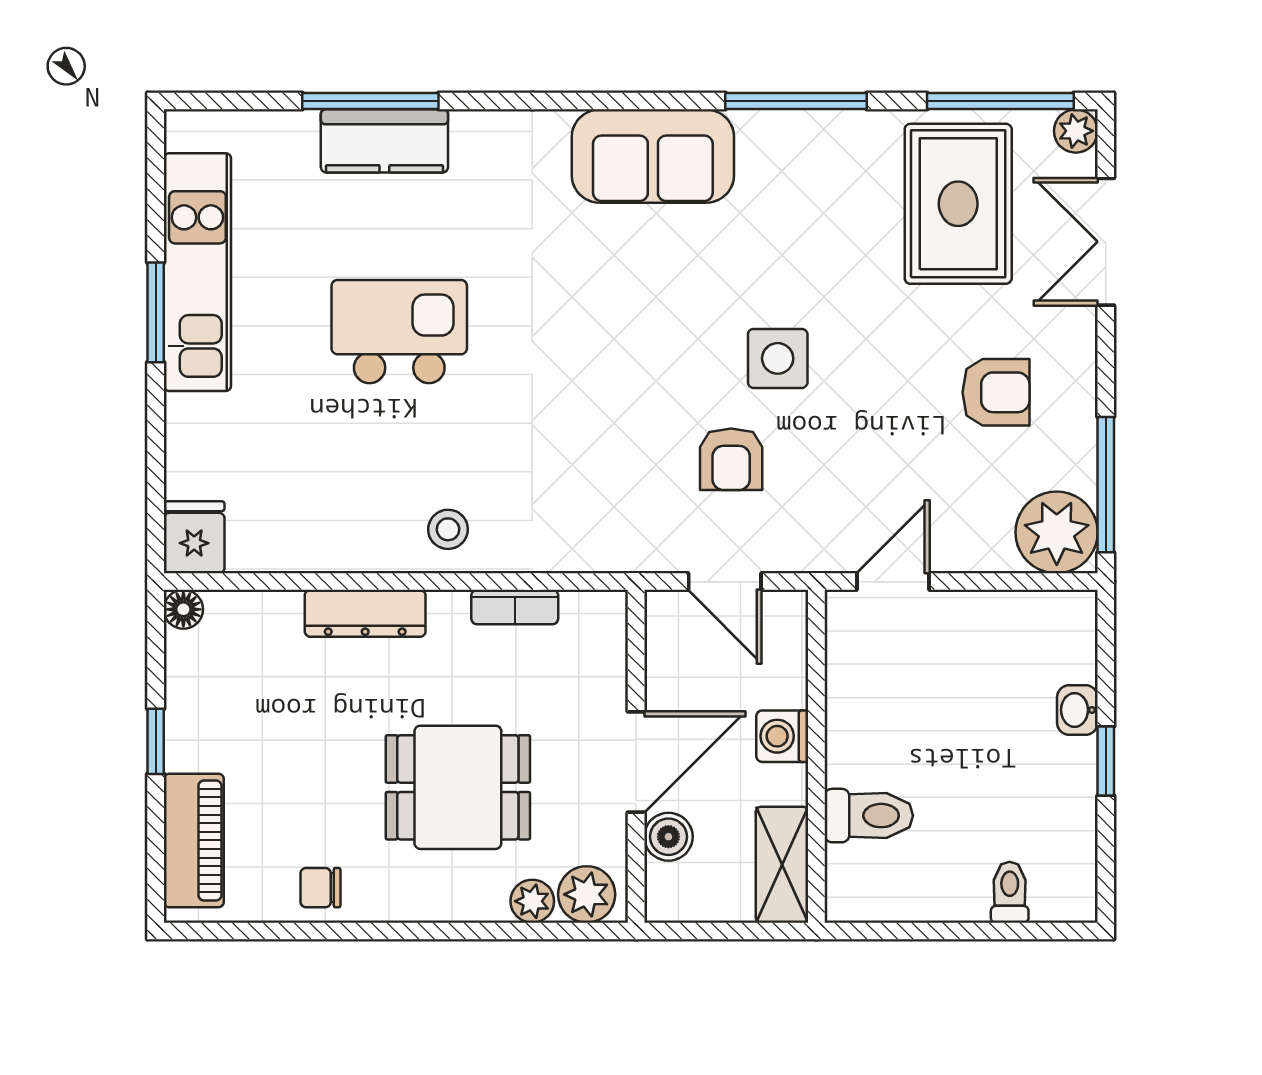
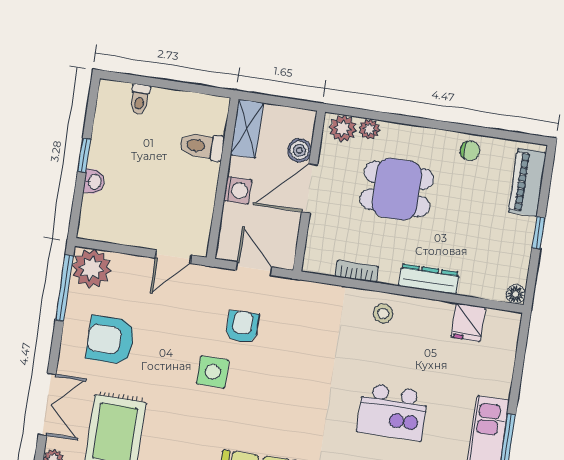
armchair: (996, 392) -> (110, 340), width x1.38, depth x1.38
fridge: (194, 537) -> (468, 322), moved

